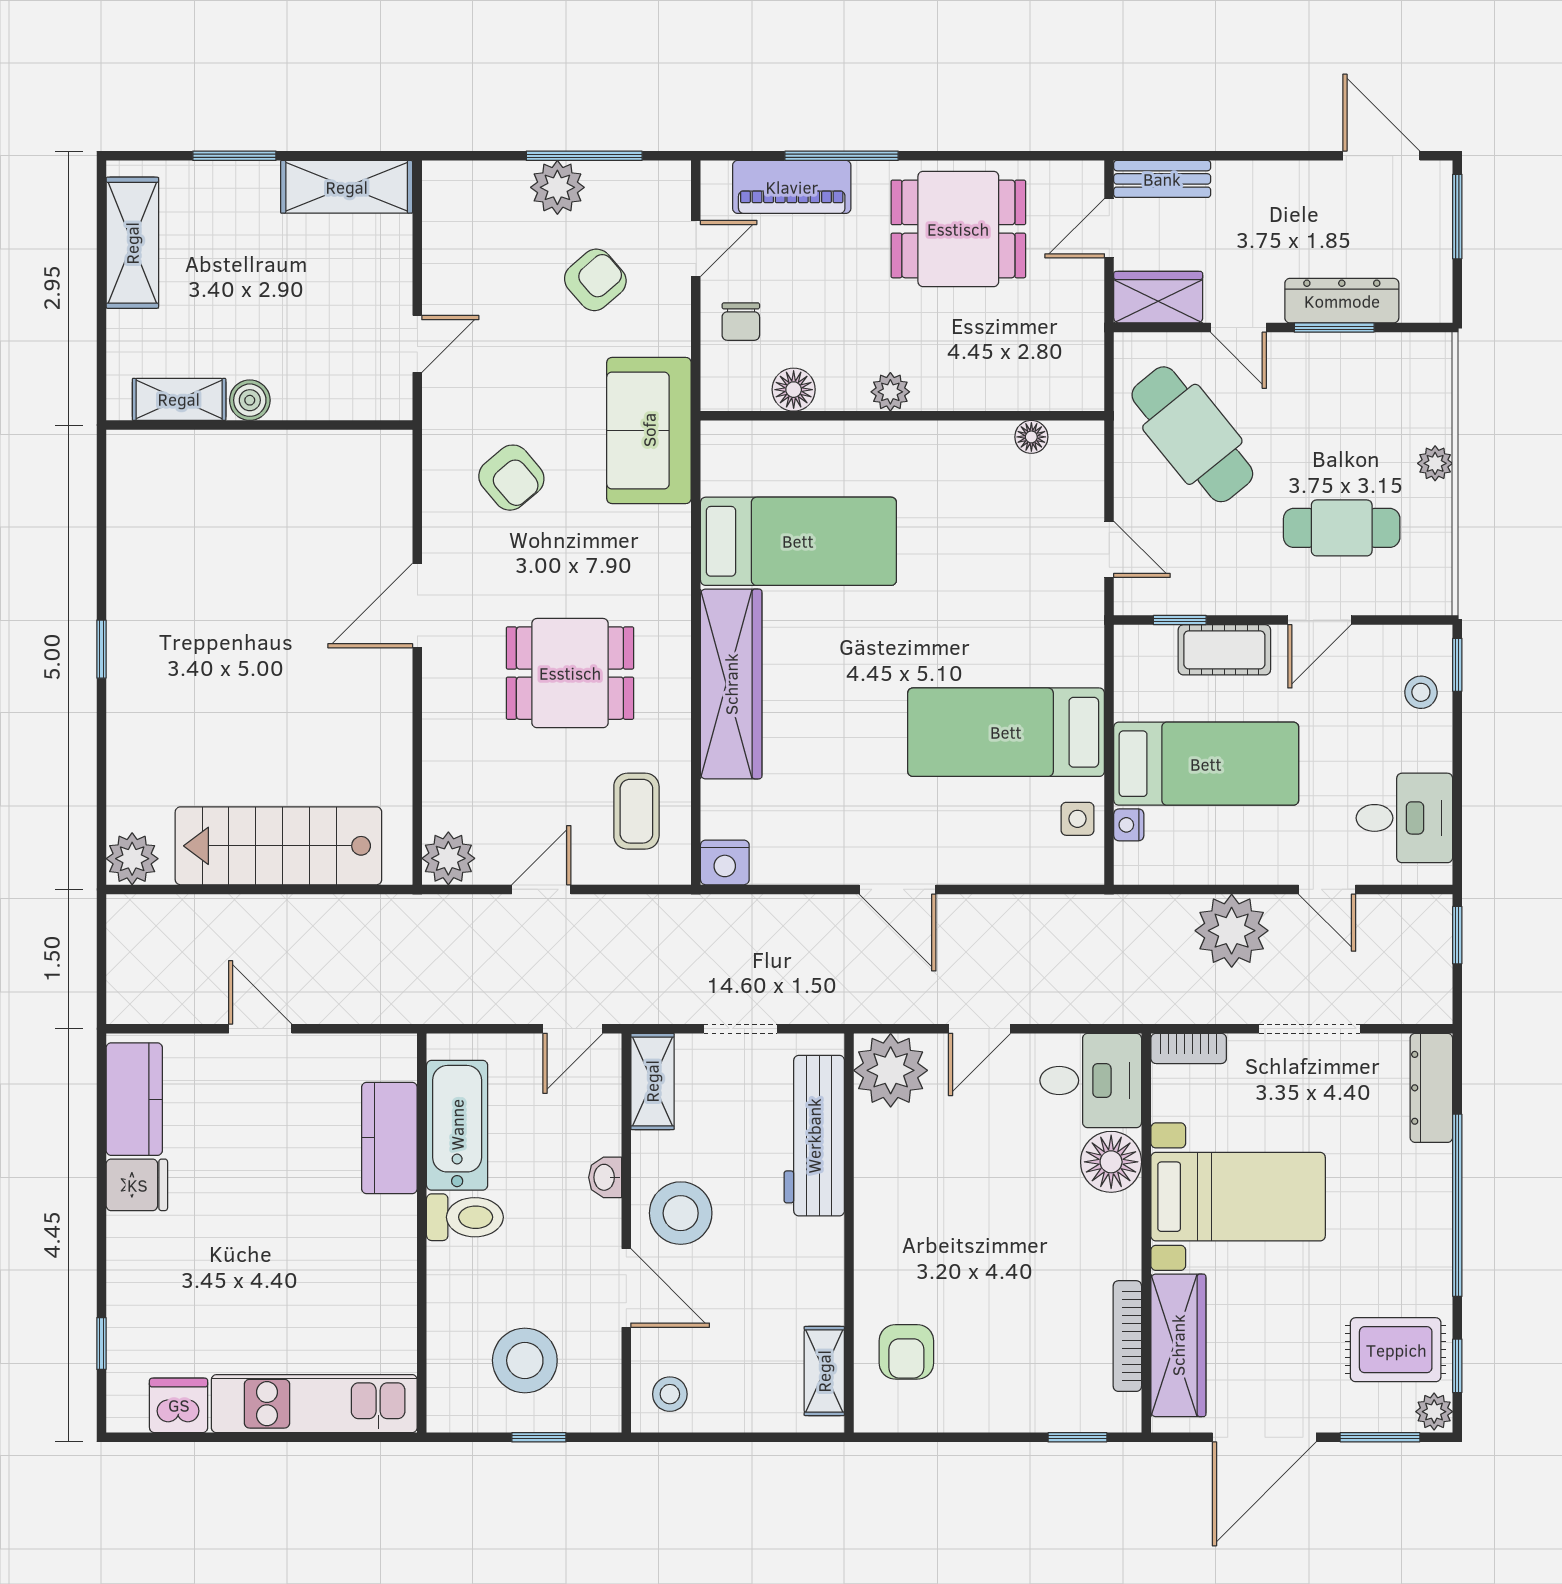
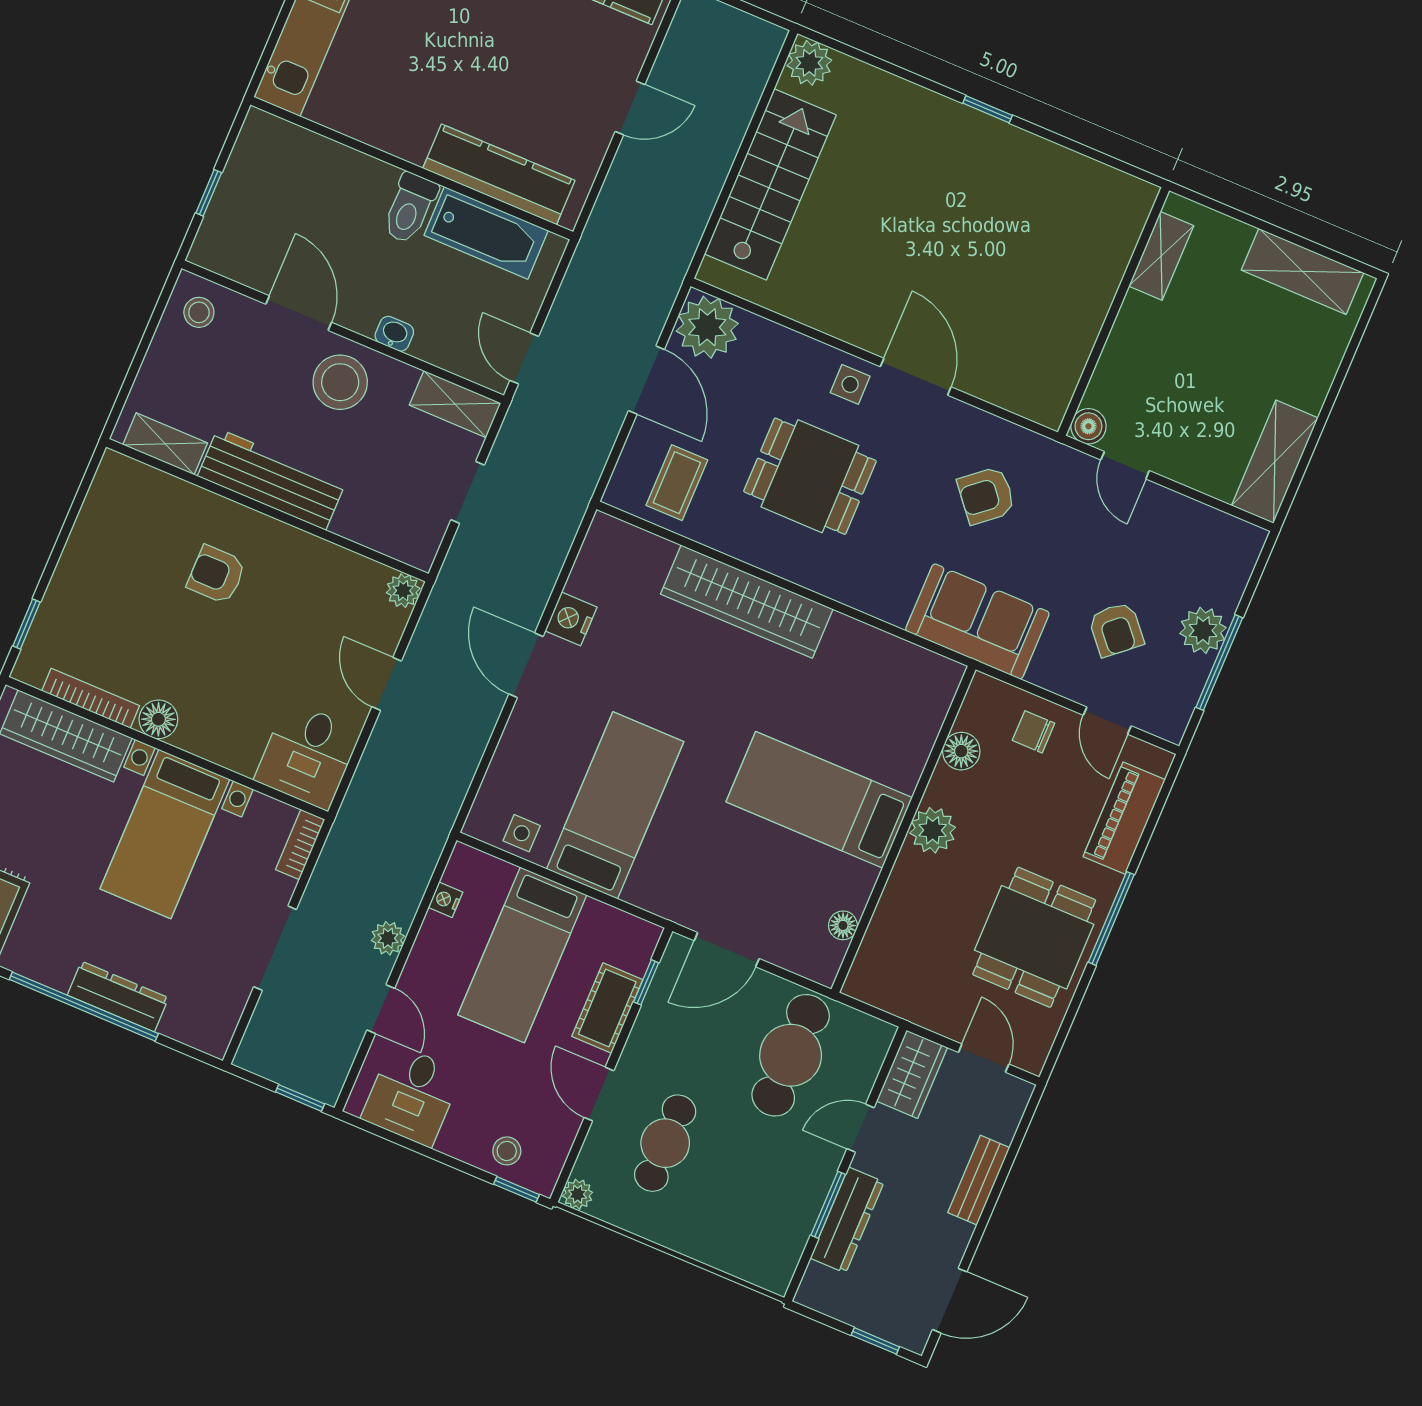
window: (234, 156) -> (1338, 382), removed
window: (842, 156) -> (1111, 918), moved
bench: (1162, 179) -> (979, 1180), moved
window: (1457, 217) -> (875, 1341), width x0.67
plant: (890, 392) -> (933, 830), width x1.38, depth x1.38
boiler: (250, 400) -> (1088, 426), moved
cafe table: (1192, 434) -> (791, 1055), turned -51
plant: (1435, 463) -> (578, 1194), moved
bed: (798, 541) -> (819, 800), moved, turned 90
door: (1109, 549) -> (727, 950), width x1.38
side table: (455, 672) -> (850, 384), added
dining table: (570, 673) -> (810, 476), turned 90
coffee table: (636, 811) -> (677, 483), turned 90
nightstand: (1129, 825) -> (445, 900), moved, turned -90
plant: (448, 858) -> (707, 327), width x1.36, depth x1.36
nightstand: (725, 862) -> (571, 619), moved
door: (541, 889) -> (646, 380), width x1.38
door: (897, 889) -> (526, 665), hinge flipped
door: (1327, 889) -> (381, 1009), swing flipped
plant: (1232, 931) -> (388, 938), width x0.53, depth x0.53
plant: (891, 1070) -> (403, 591), width x0.53, depth x0.53
dresser: (1431, 1088) -> (118, 997), moved
workbench: (814, 1136) -> (272, 479), moved
kitchen counter: (389, 1138) -> (499, 174), width x1.50
floor lamp: (1111, 1162) -> (158, 719), moved, width x0.73, depth x0.73
door: (626, 1288) -> (299, 313), swing flipped
armchair: (906, 1352) -> (216, 575), moved
stool: (525, 1360) -> (275, 208), removed

